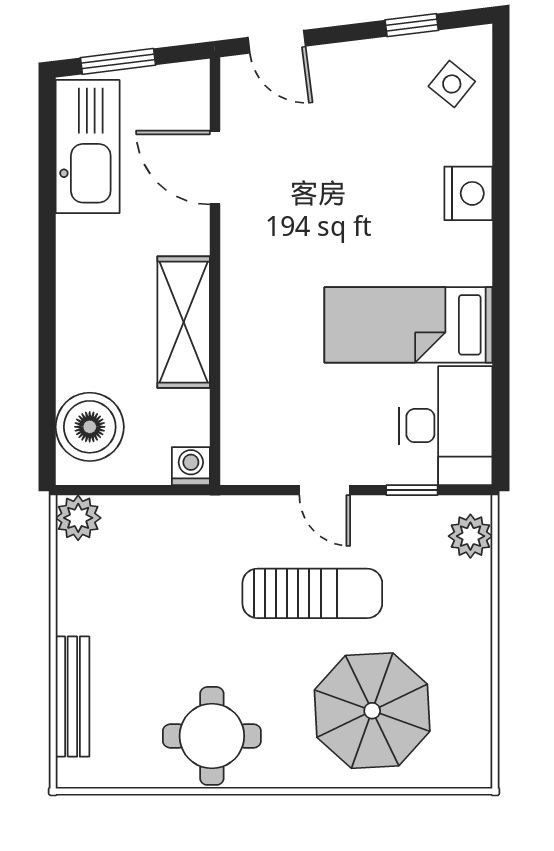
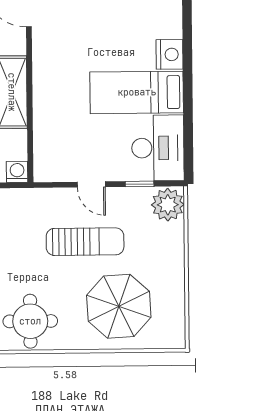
nightstand: (468, 193) -> (169, 54), moved
plant: (470, 536) -> (168, 205), width x1.36, depth x1.36

